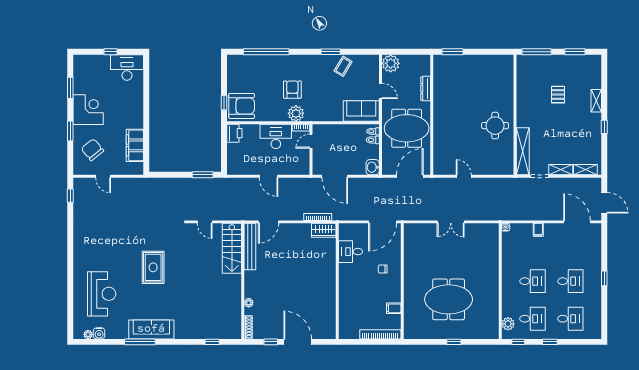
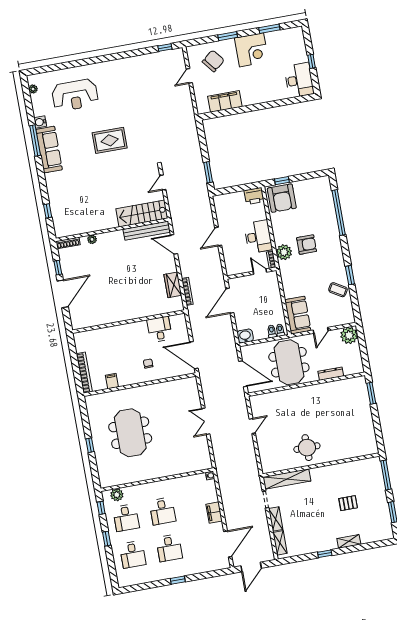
wardrobe: (324, 230) -> (173, 285), moved
filing cabinet: (538, 230) -> (214, 513), width x2.00
water cooler: (99, 333) -> (40, 122), moved

